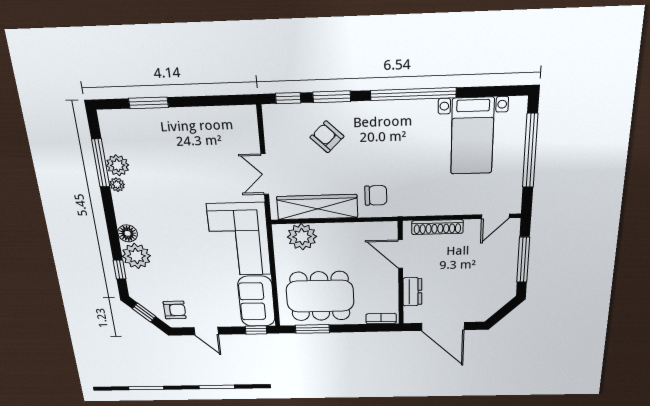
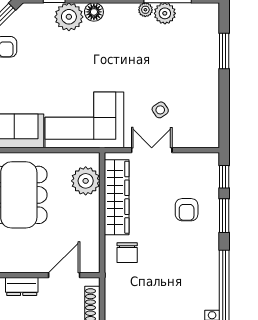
armchair: (327, 137) -> (187, 210), turned 135
side table: (221, 167) -> (160, 110), added

